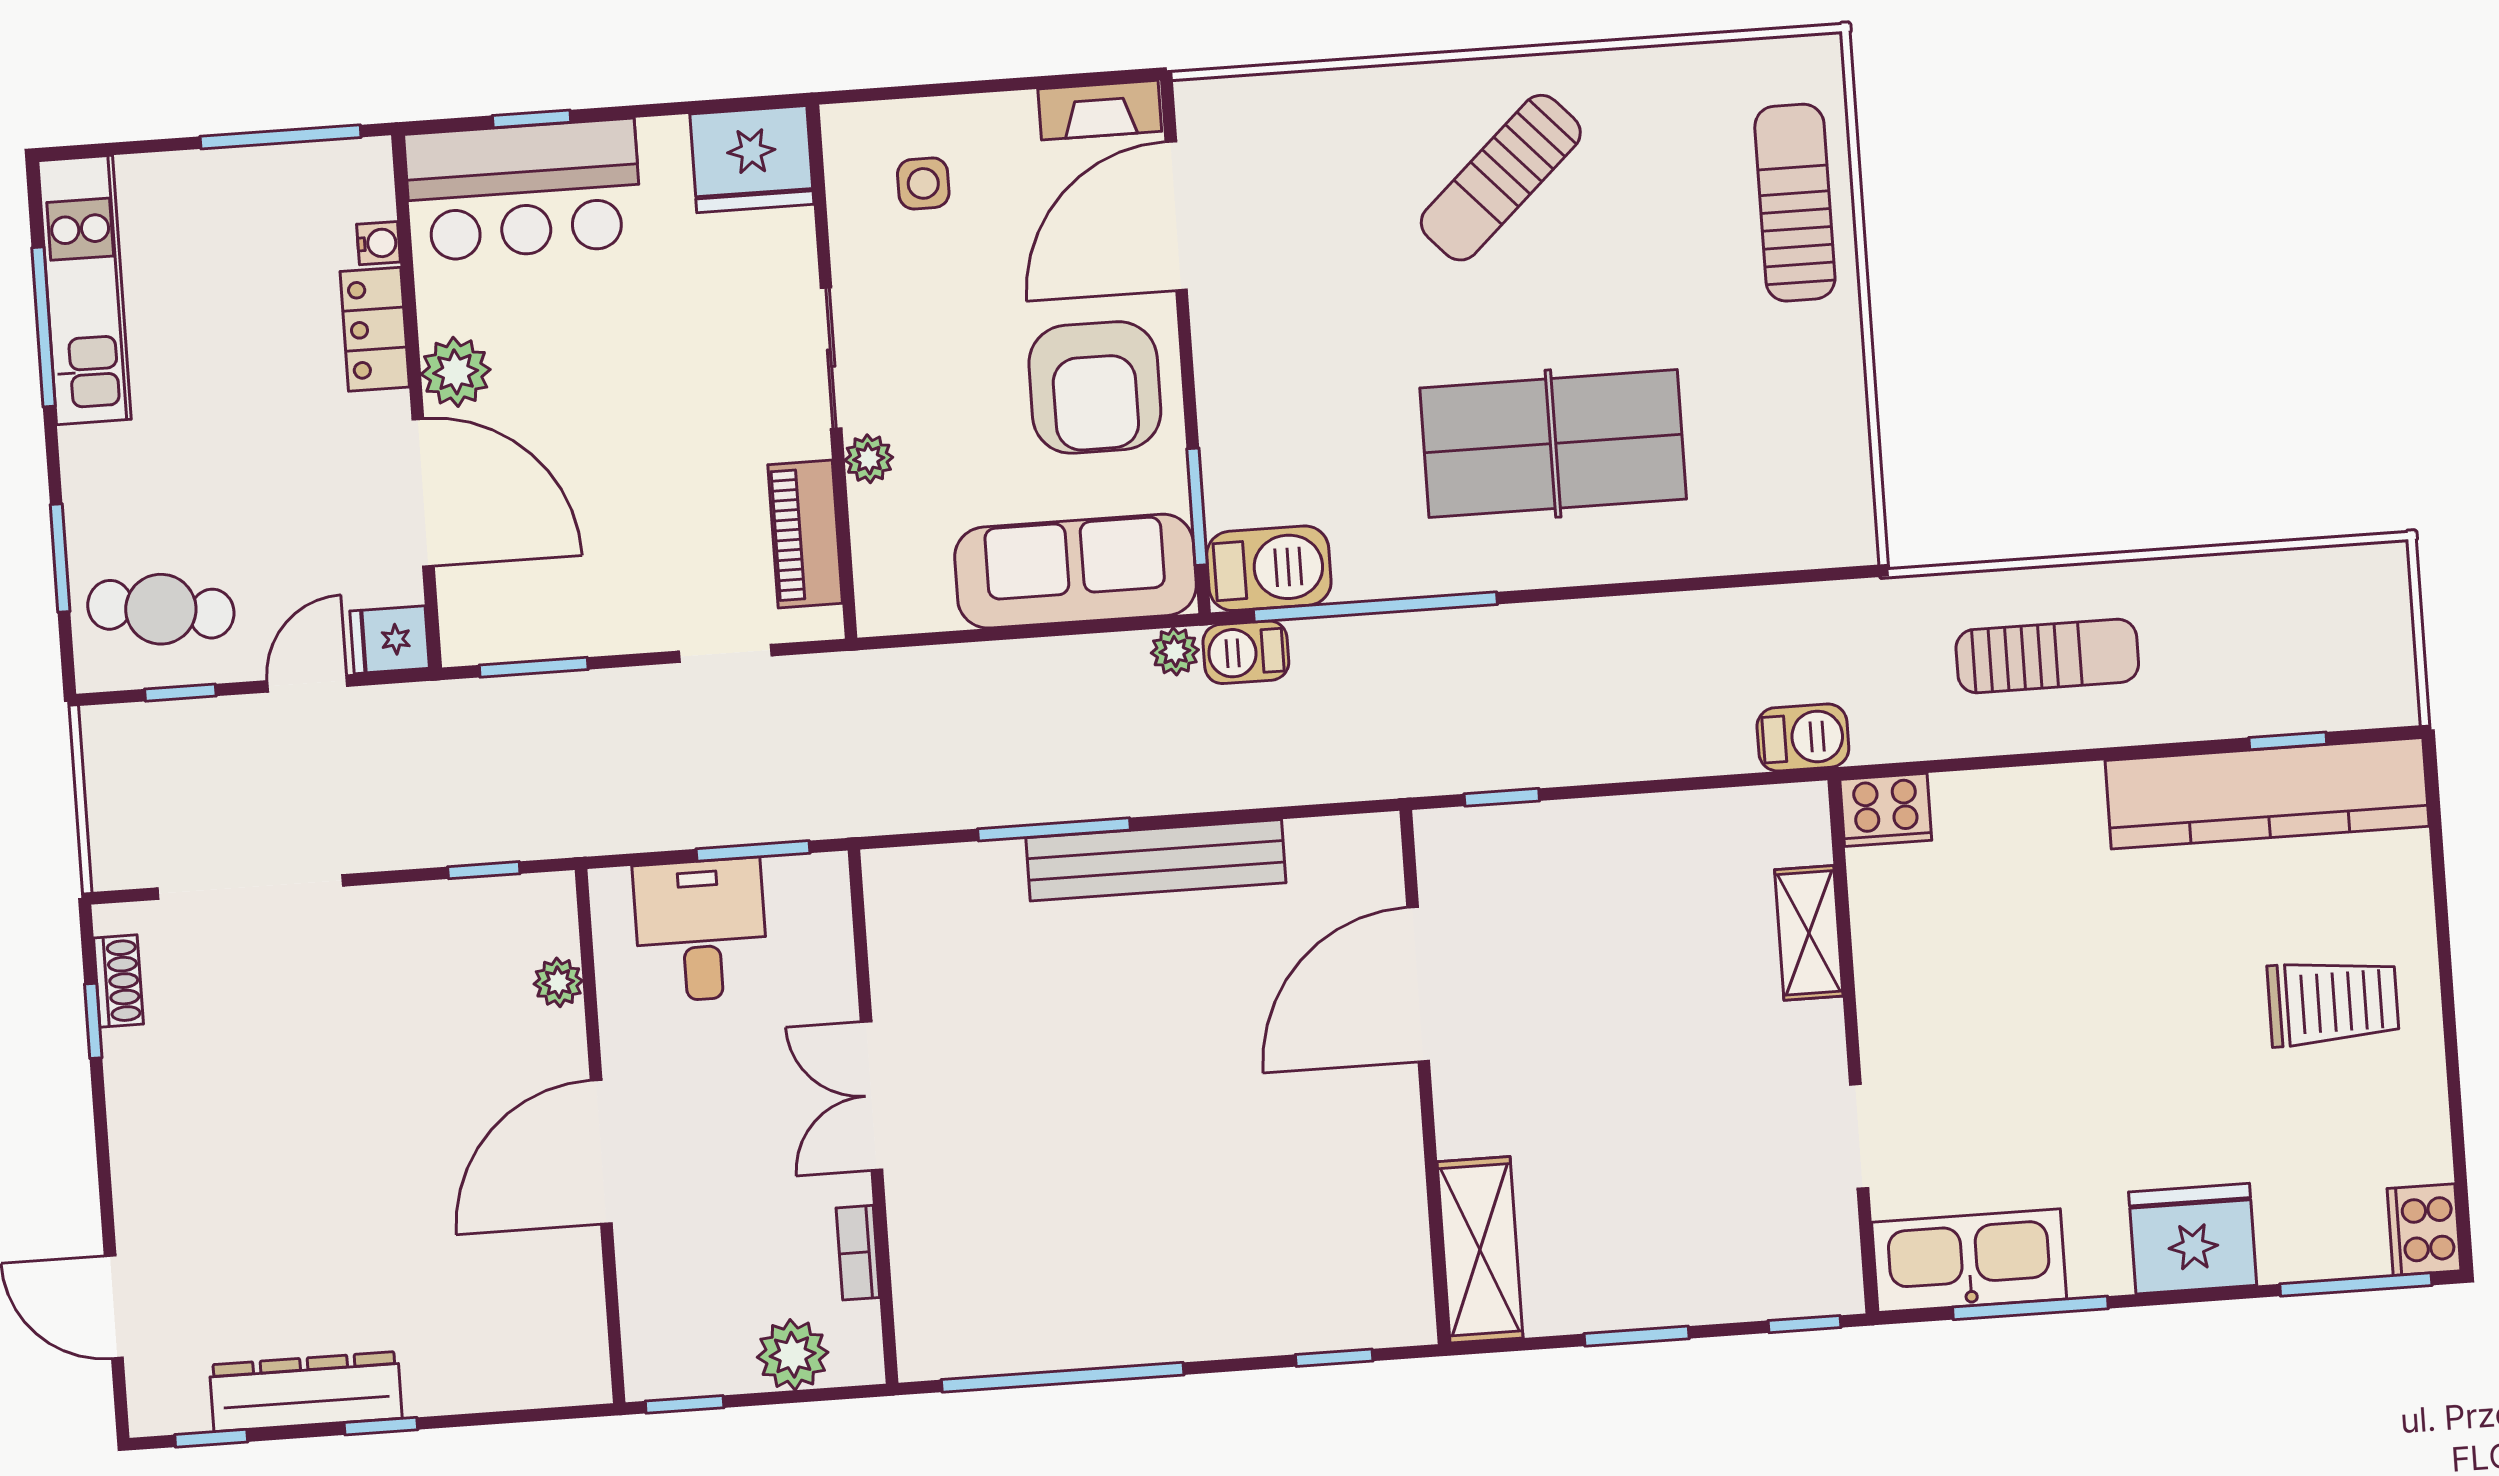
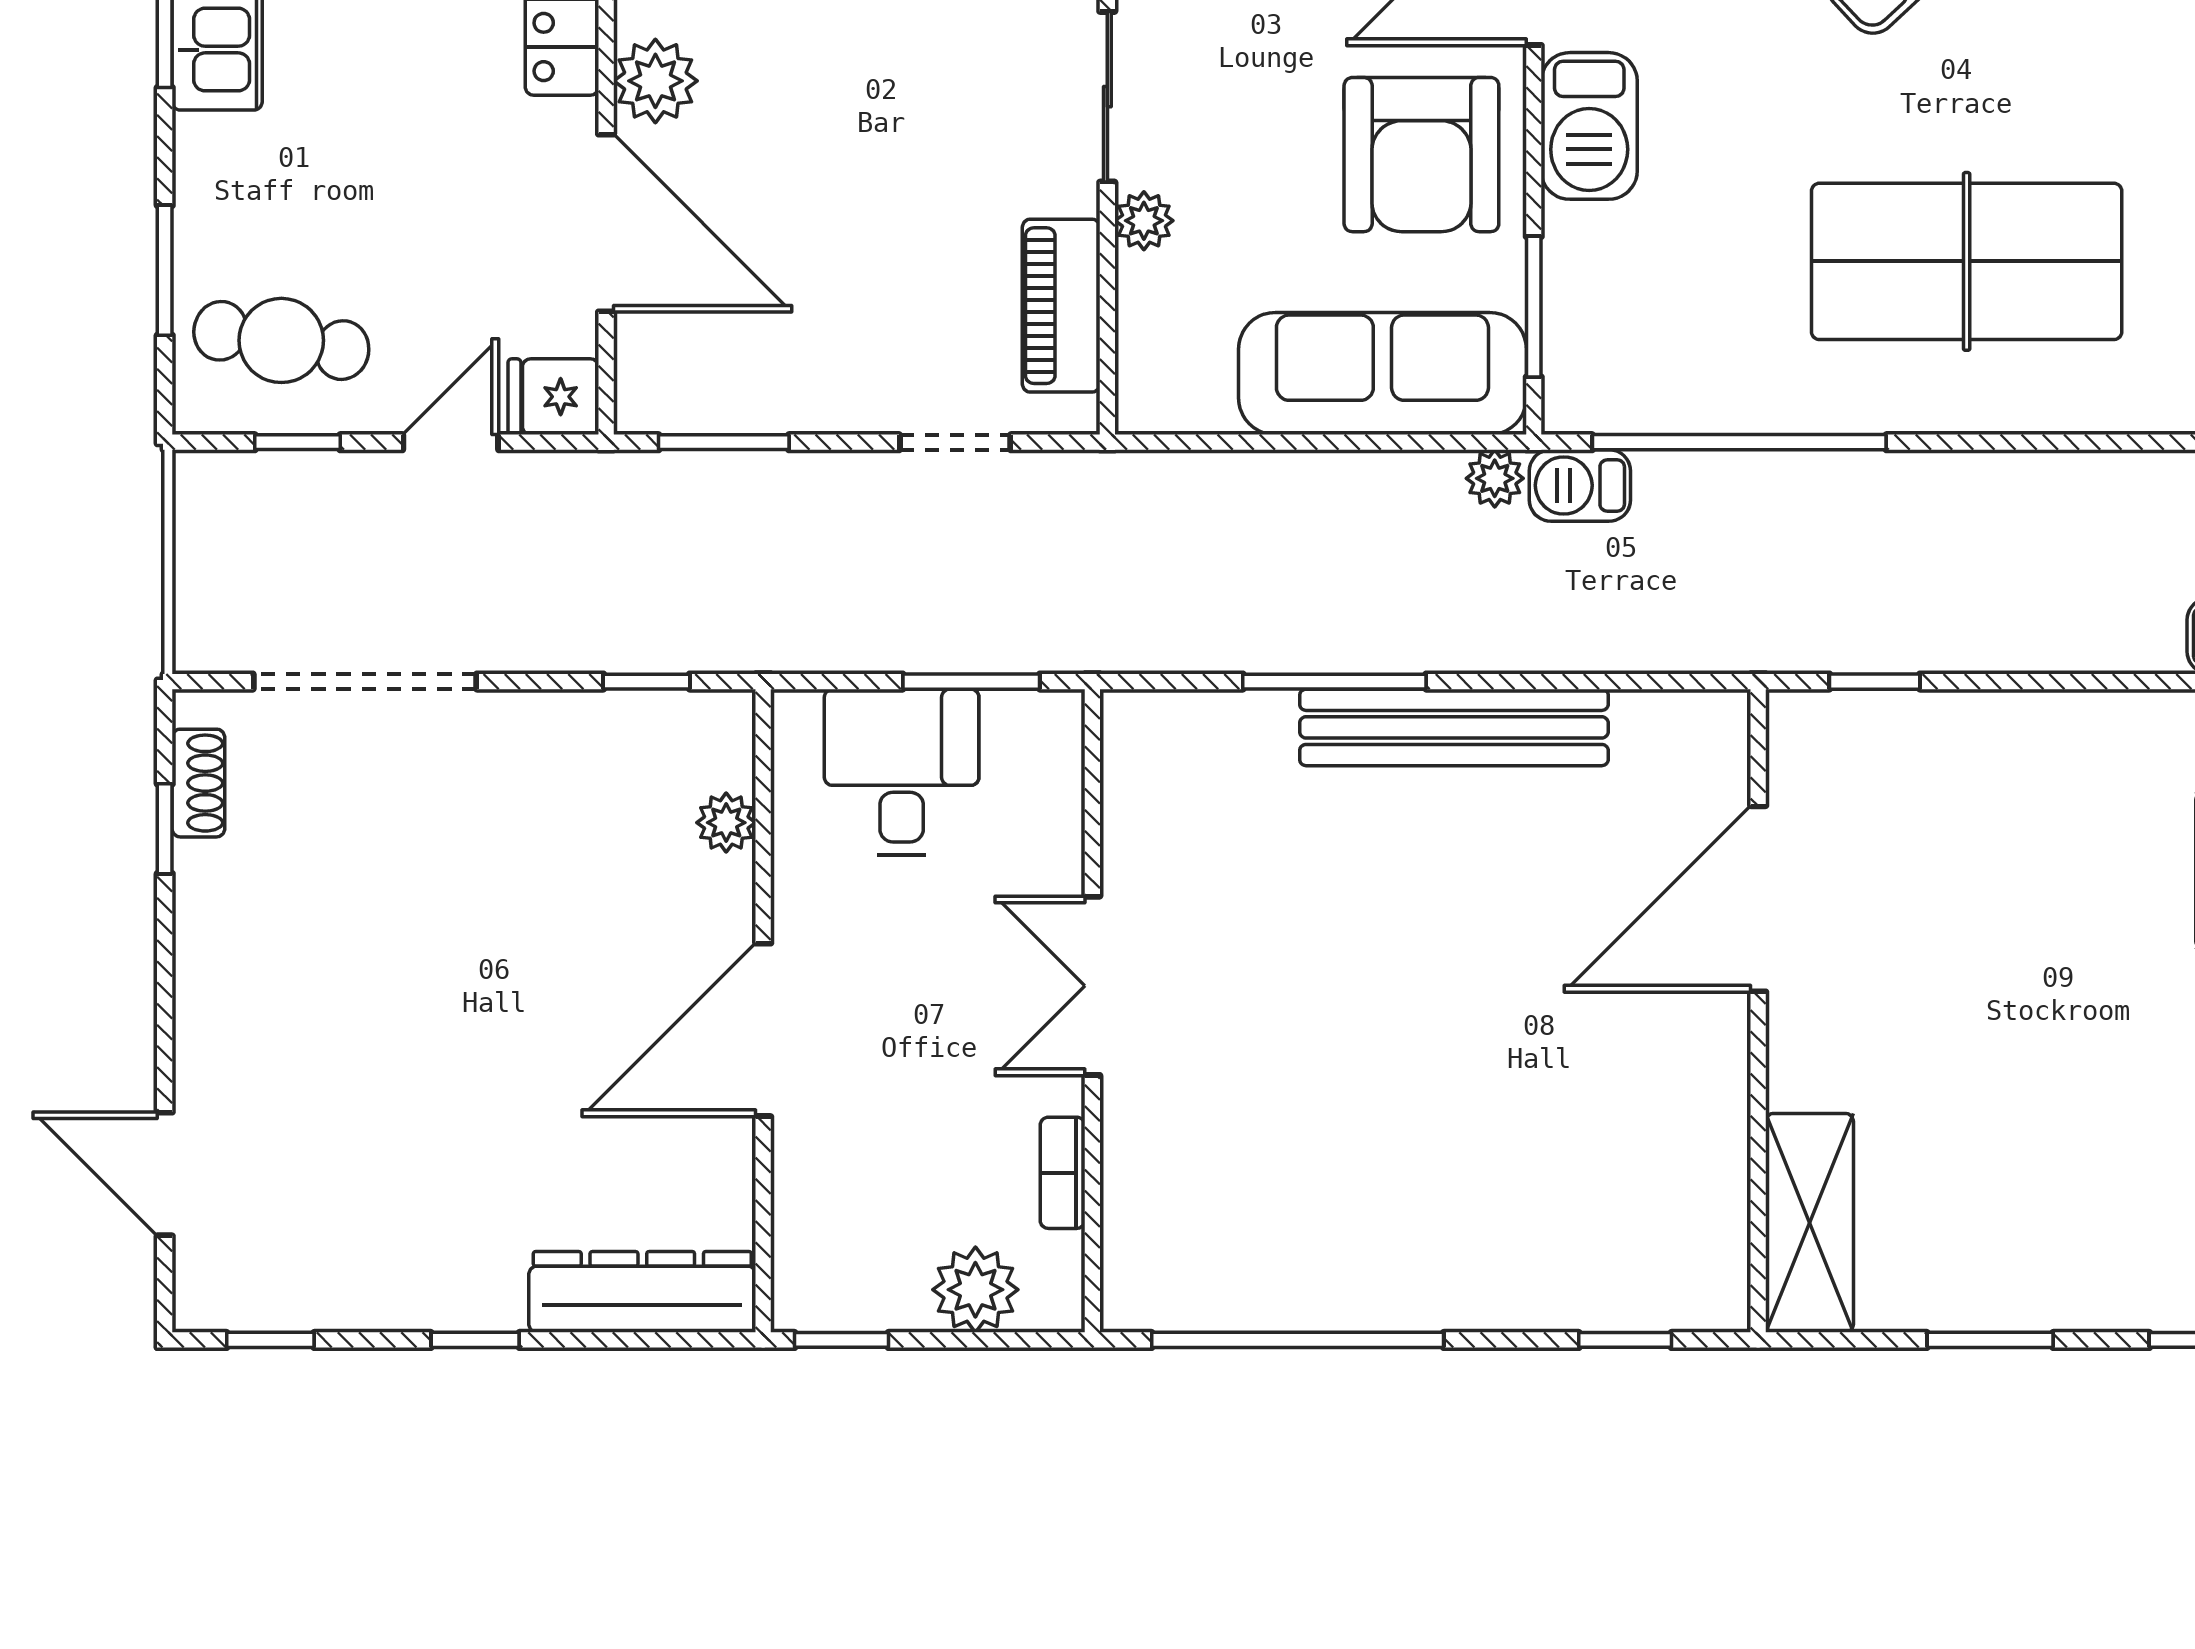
barbecue: (1269, 568) -> (1589, 126), moved, turned 90
dresser: (306, 1392) -> (642, 1292), moved

